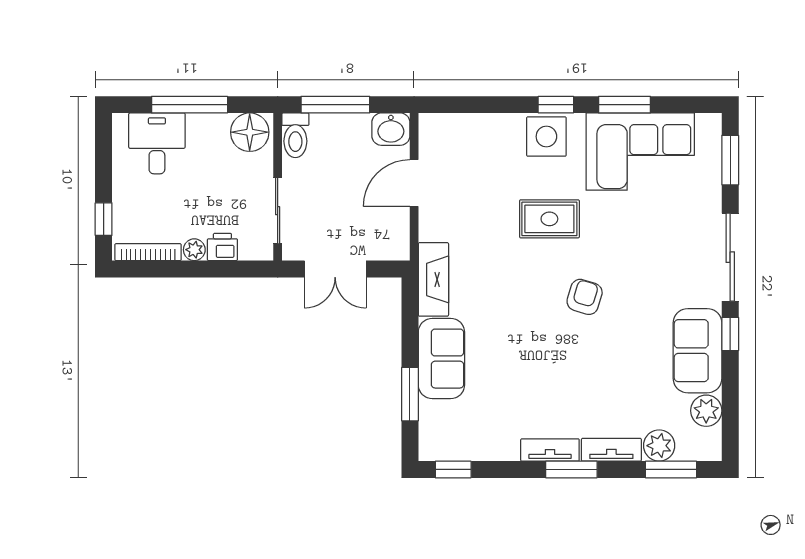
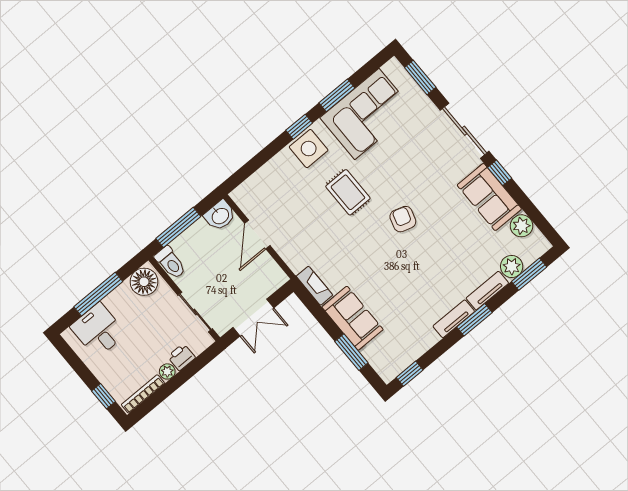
rug: (549, 219) -> (348, 192), turned 90
fireplace: (433, 279) -> (314, 286), width x0.73, depth x0.76

